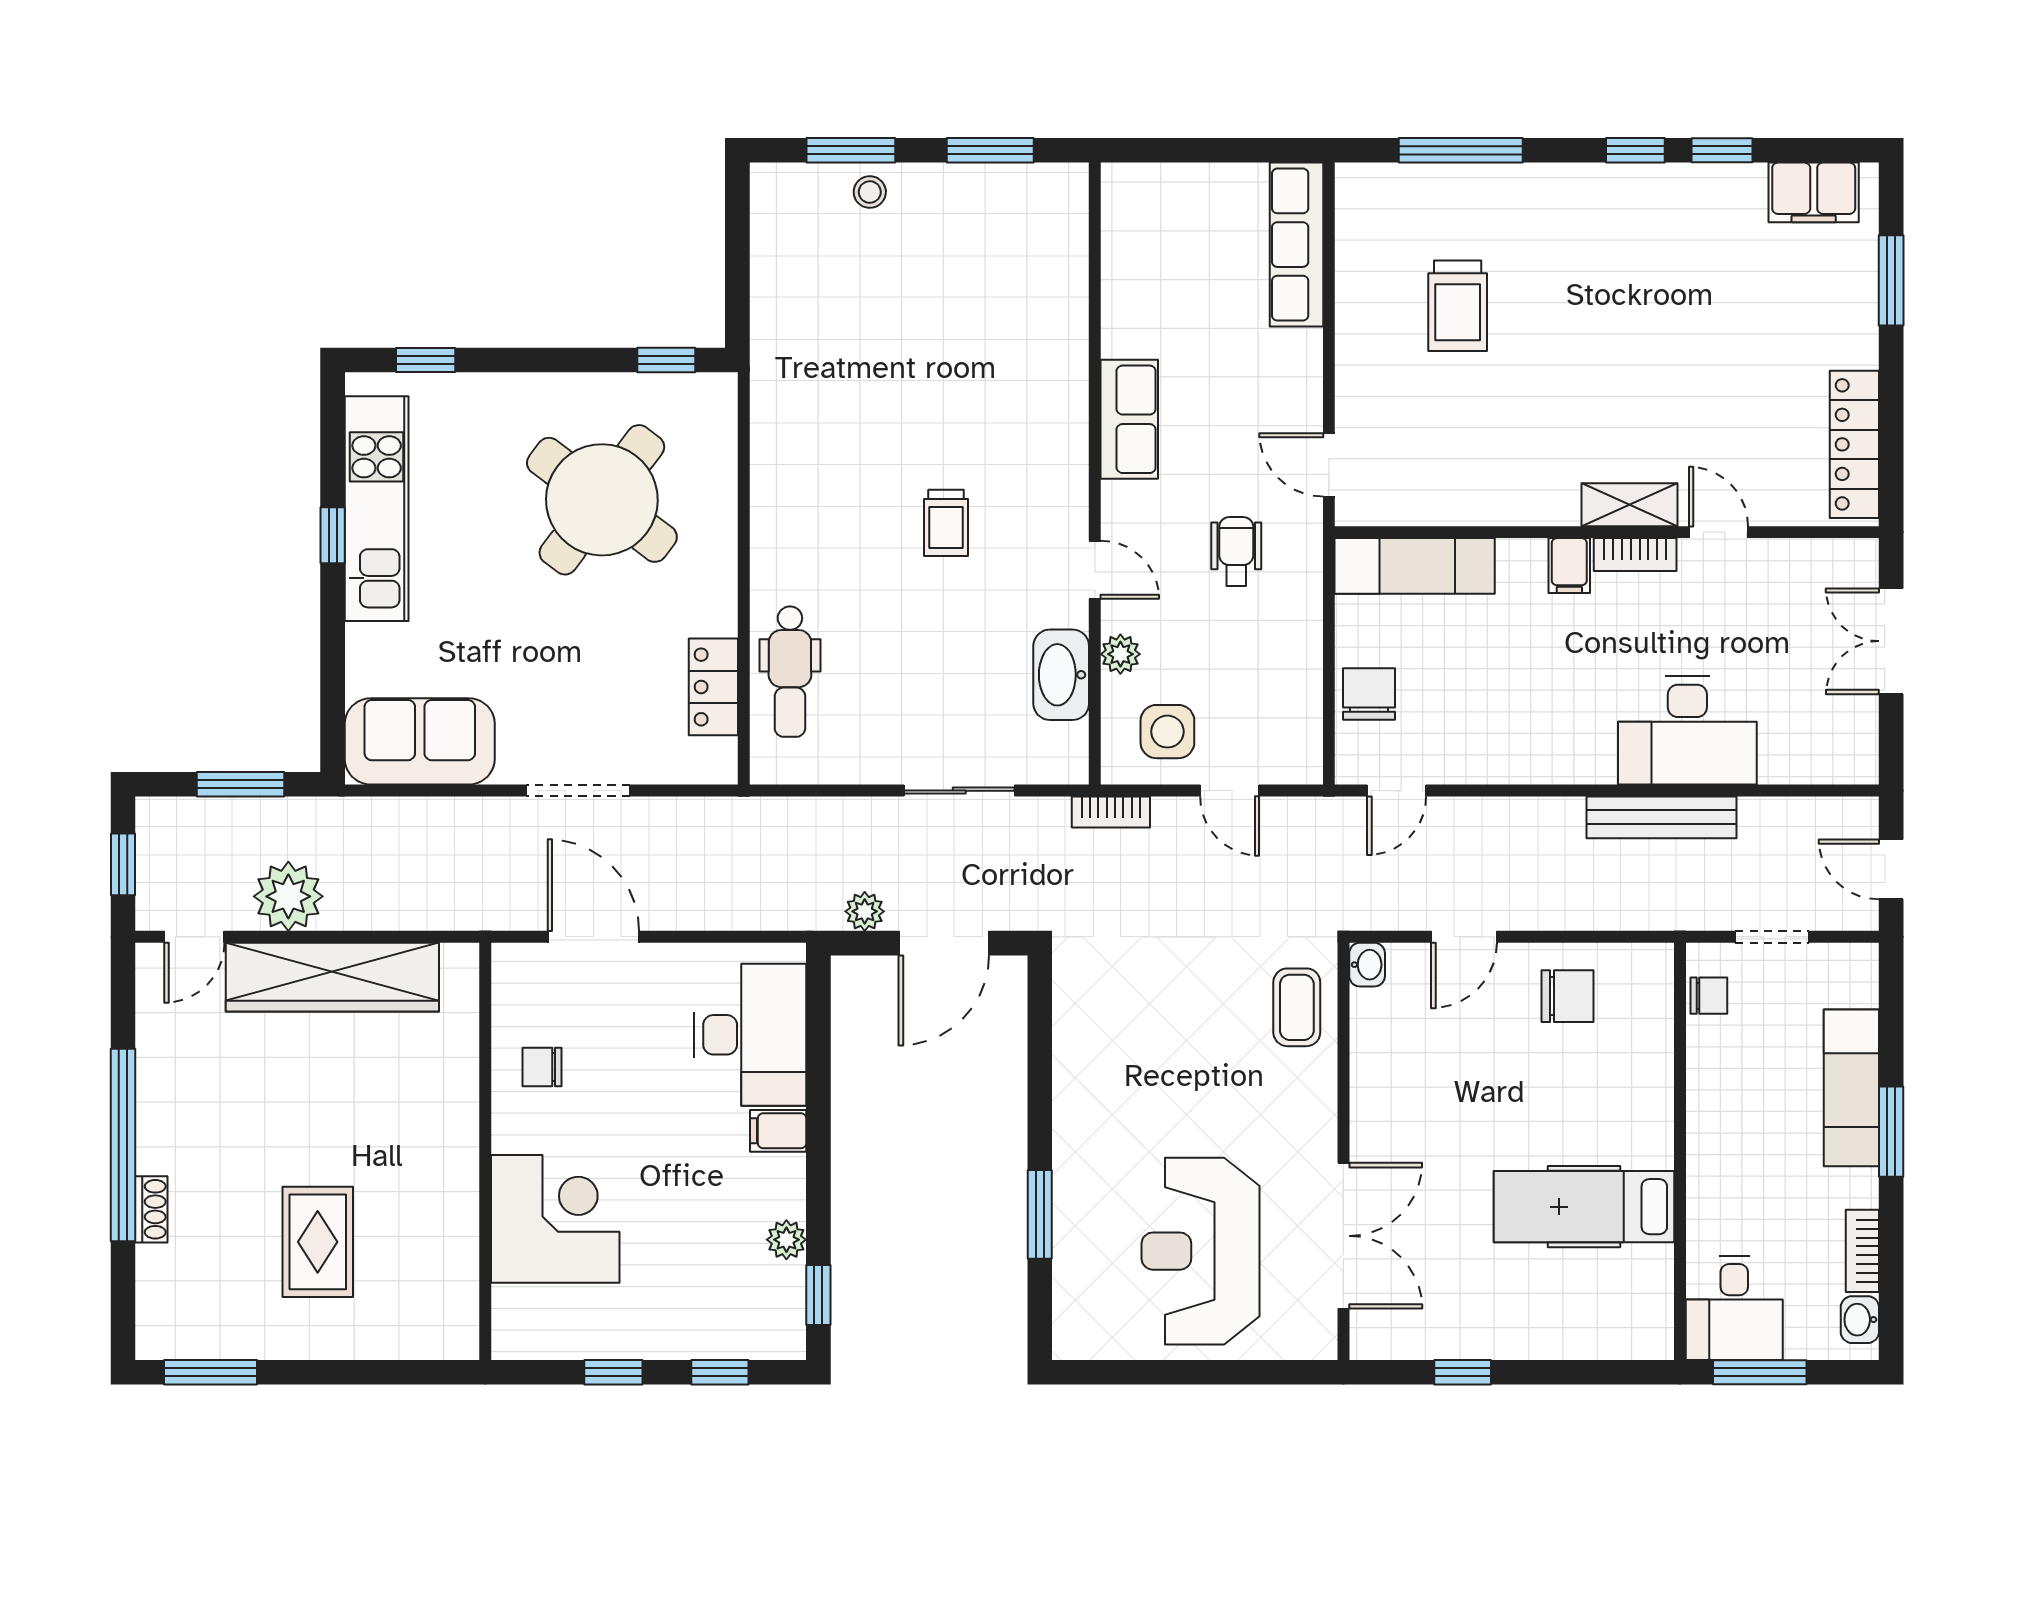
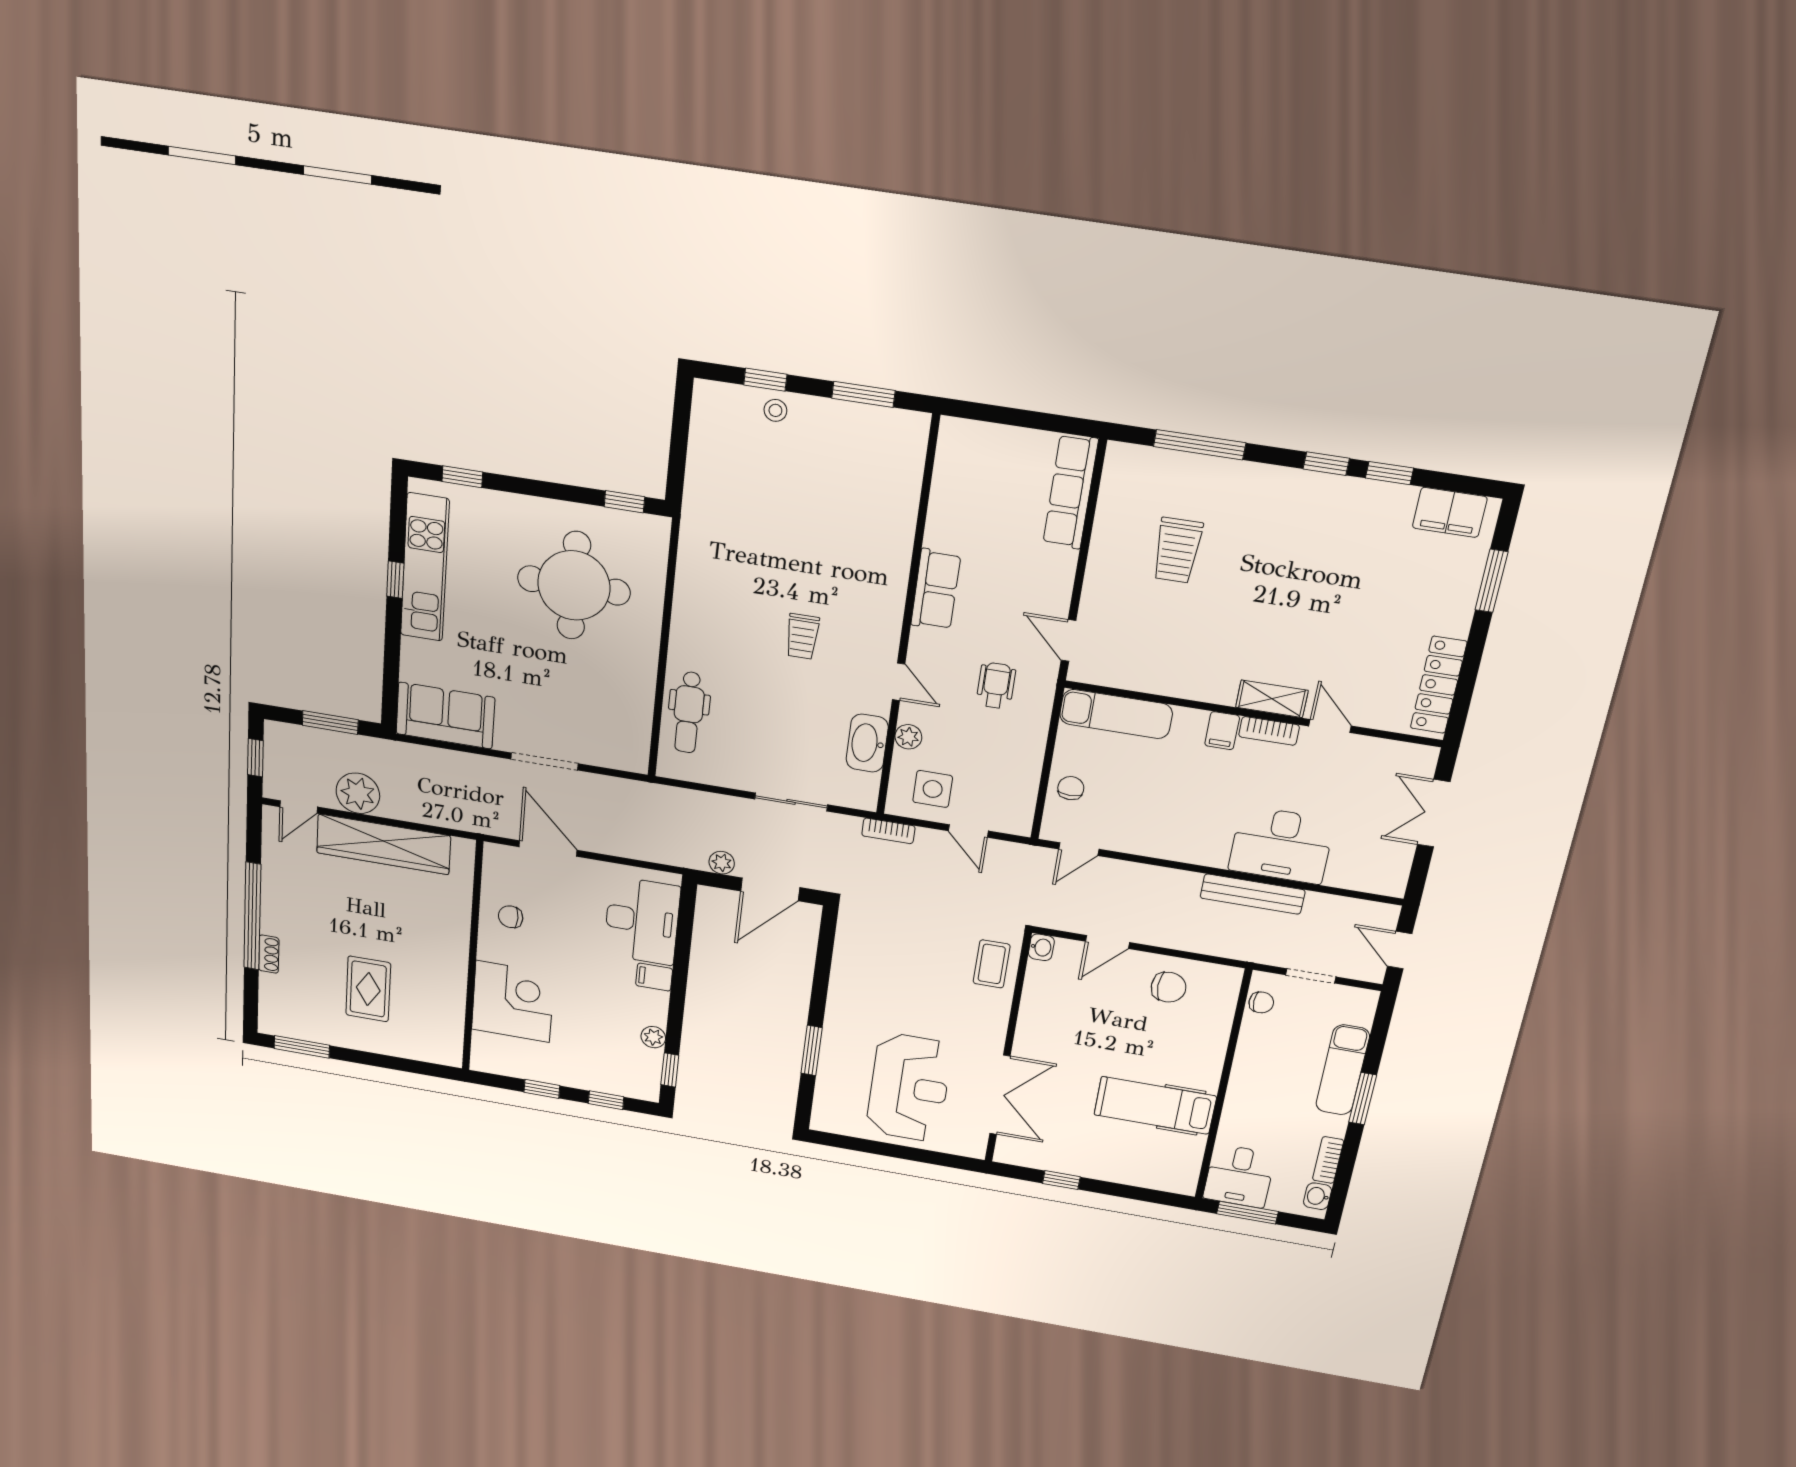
window: (851, 150) -> (765, 380), width x0.67
round table: (602, 500) -> (574, 585), turned -37
locker: (713, 687) -> (637, 714), removed
chair: (1369, 694) -> (1071, 788), width x0.73, depth x0.73
reception desk: (1201, 1251) -> (909, 1088), turned 180

